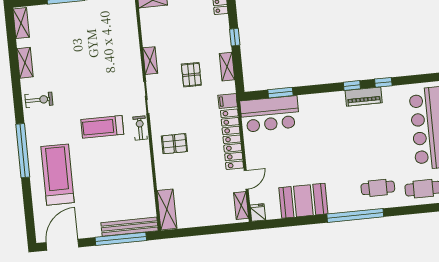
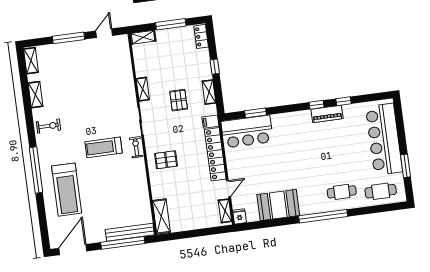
treadmill: (58, 175) -> (67, 190), turned 180

